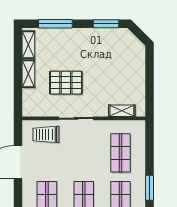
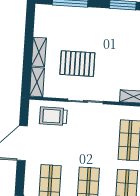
shelving: (28, 45) -> (37, 82), moved

